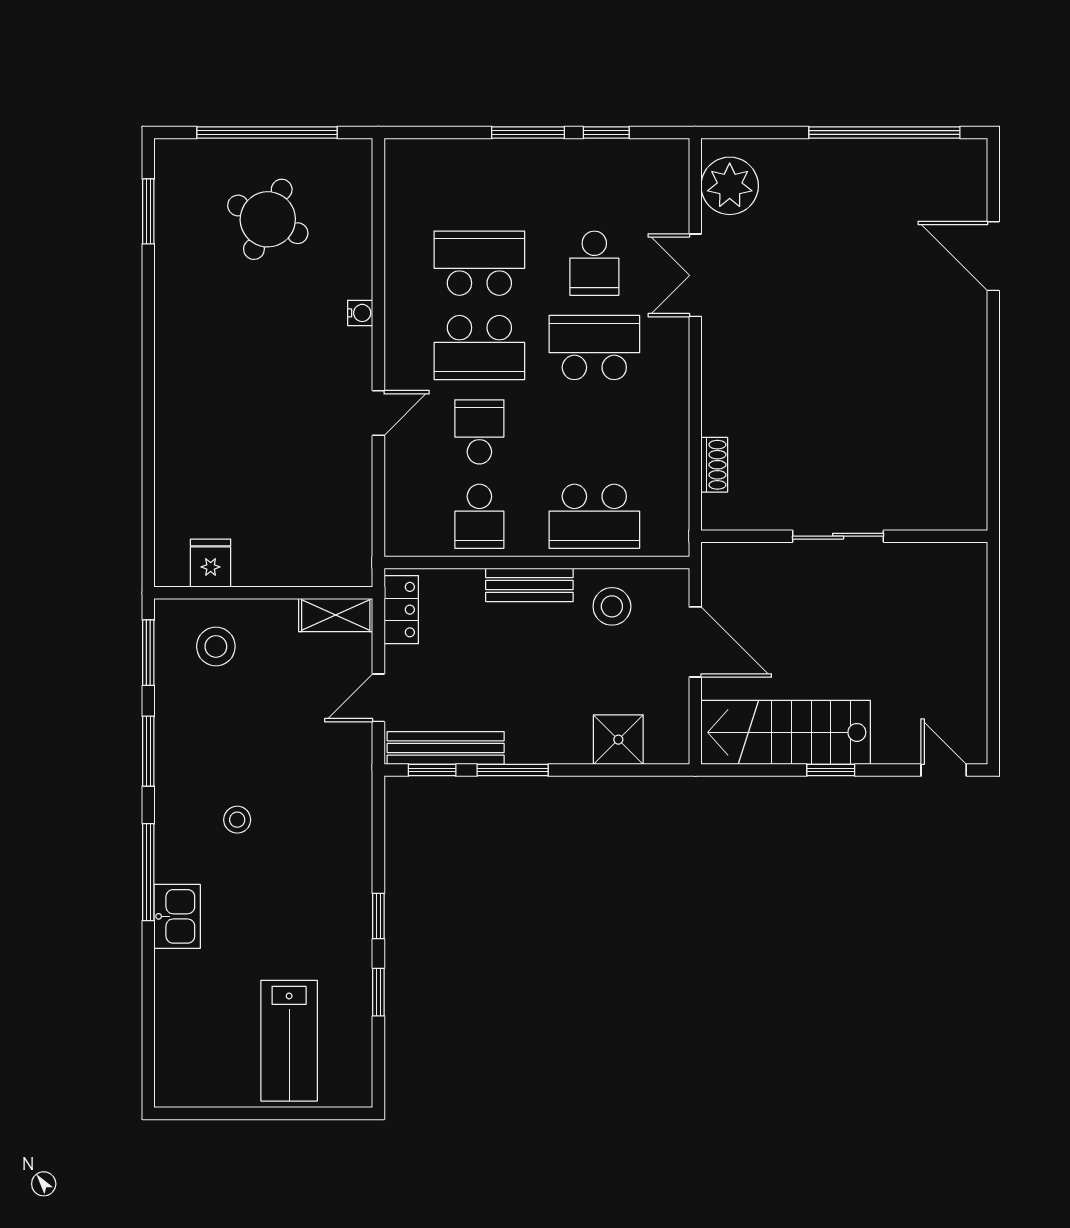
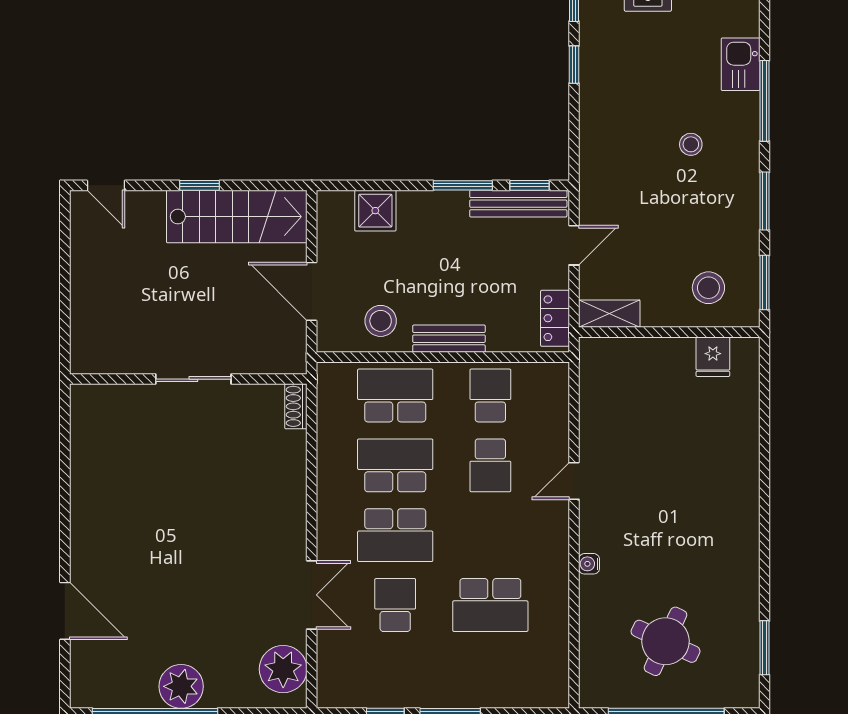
plant: (853, 165) -> (181, 686), added
school desk: (479, 348) -> (395, 465), moved
shoe rack: (714, 465) -> (296, 406), moved

